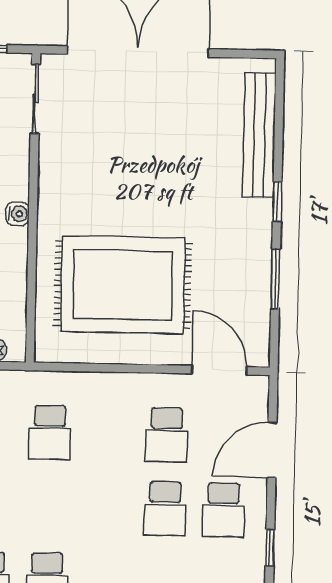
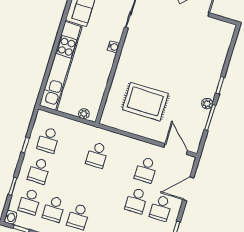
bench: (259, 135) -> (220, 55), removed
water cooler: (18, 214) -> (113, 47), moved
plant: (260, 251) -> (207, 104), added
rug: (123, 285) -> (145, 102), width x0.73, depth x0.69

